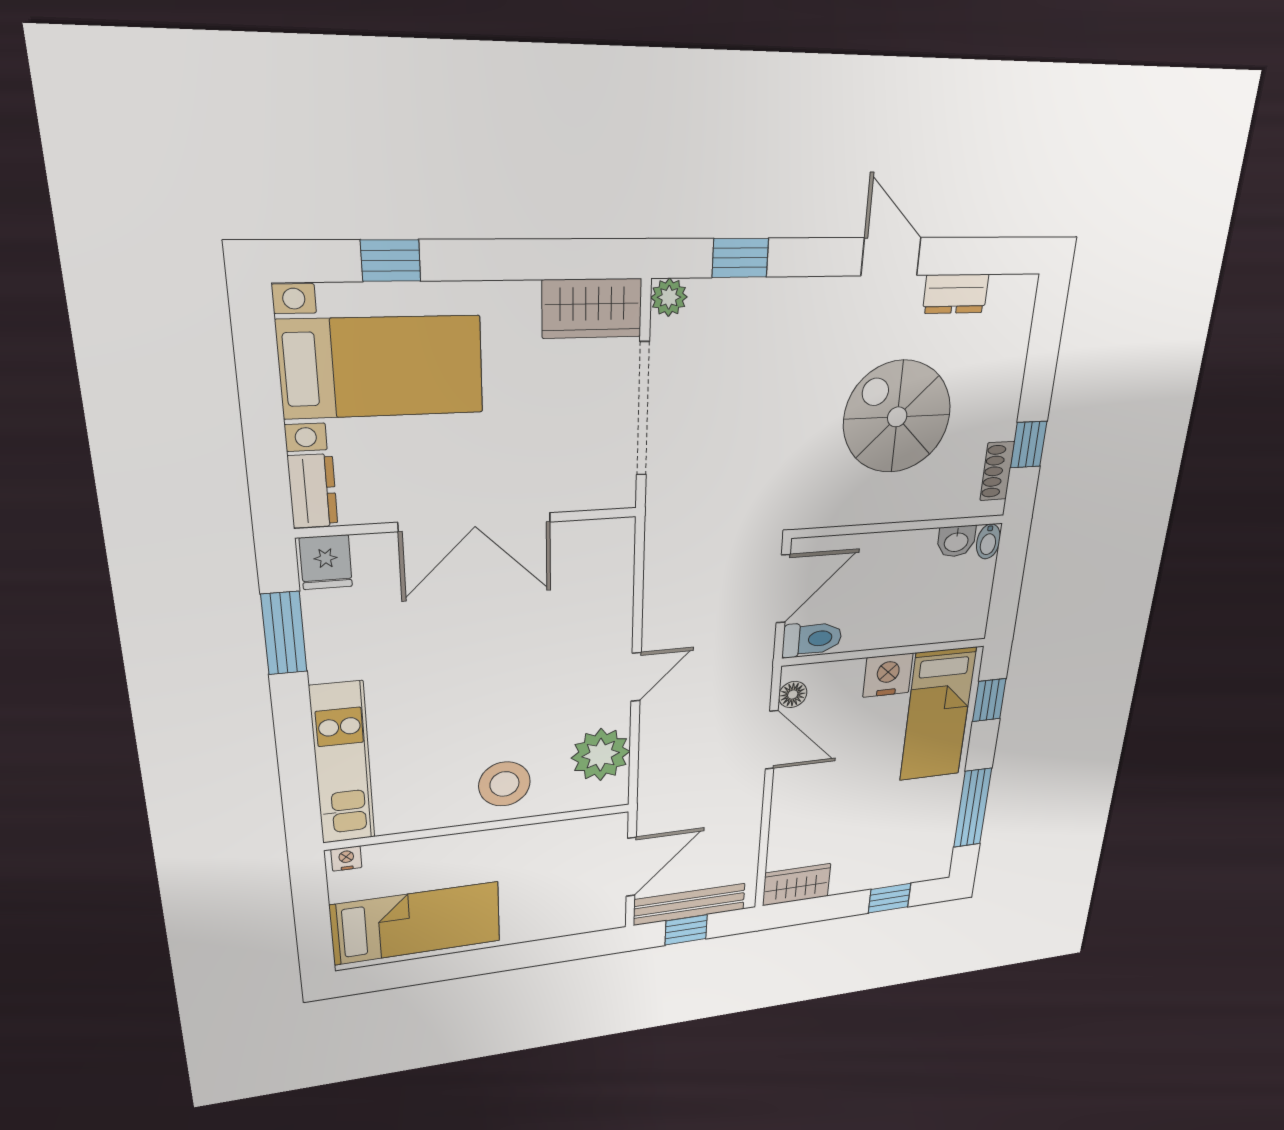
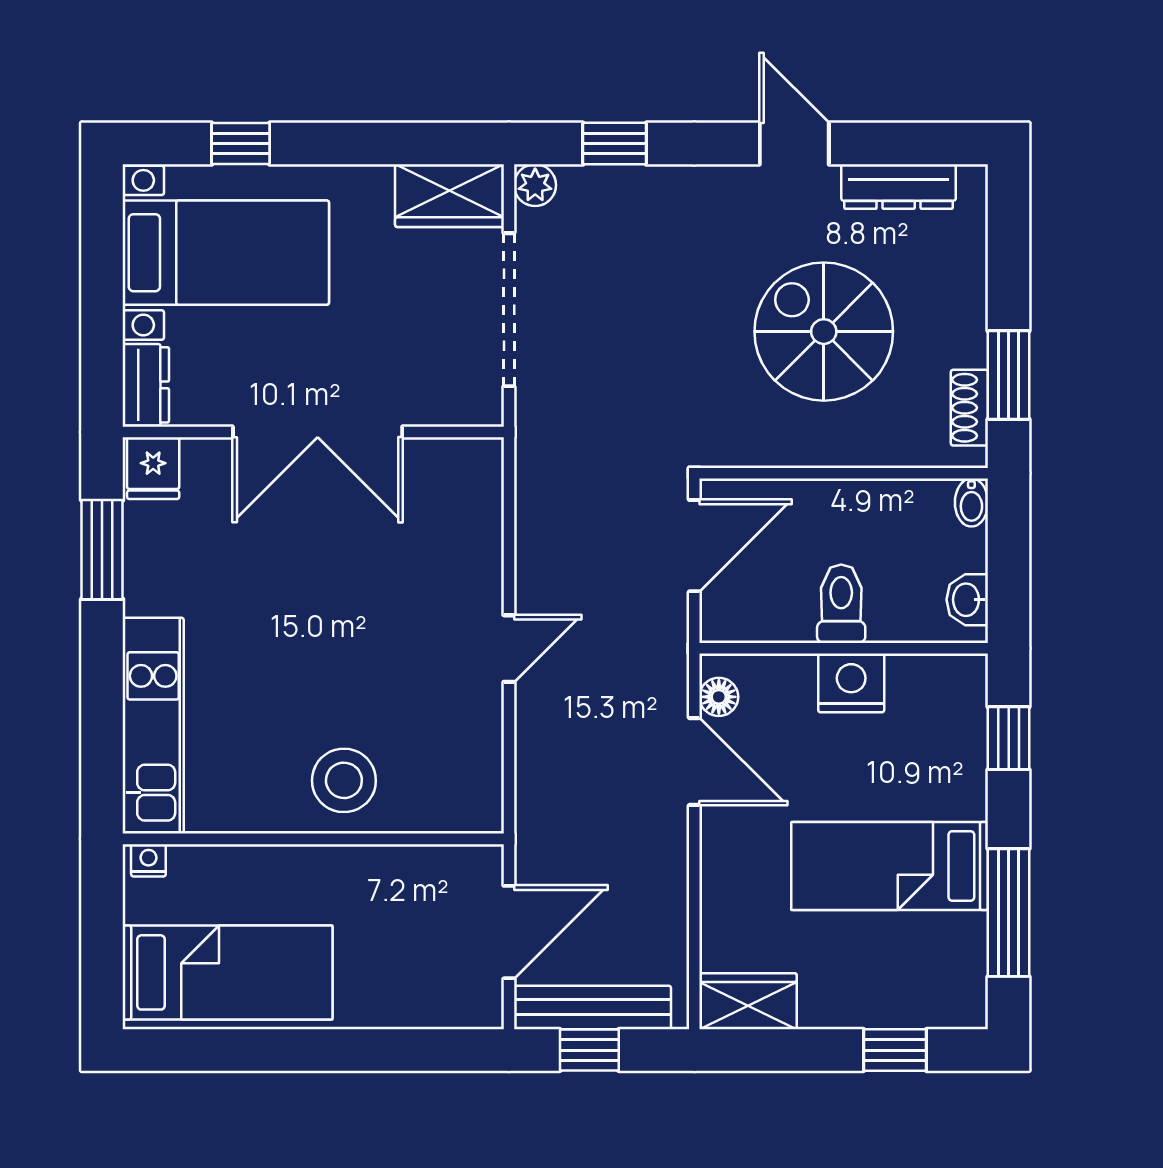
dresser: (956, 294) -> (899, 187), width x1.44
window: (1029, 445) -> (1009, 375), width x1.50
washbasin: (956, 541) -> (967, 600), moved, turned 90
toilet: (812, 639) -> (841, 604), moved, turned -90
bed: (938, 714) -> (890, 866), moved, turned 90
plant: (601, 755) -> (466, 754), removed

